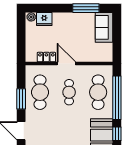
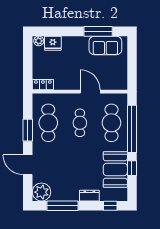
sofa: (104, 27) -> (105, 45), moved, turned -90
locker: (46, 57) -> (43, 85), moved
door: (66, 64) -> (90, 92), moved

